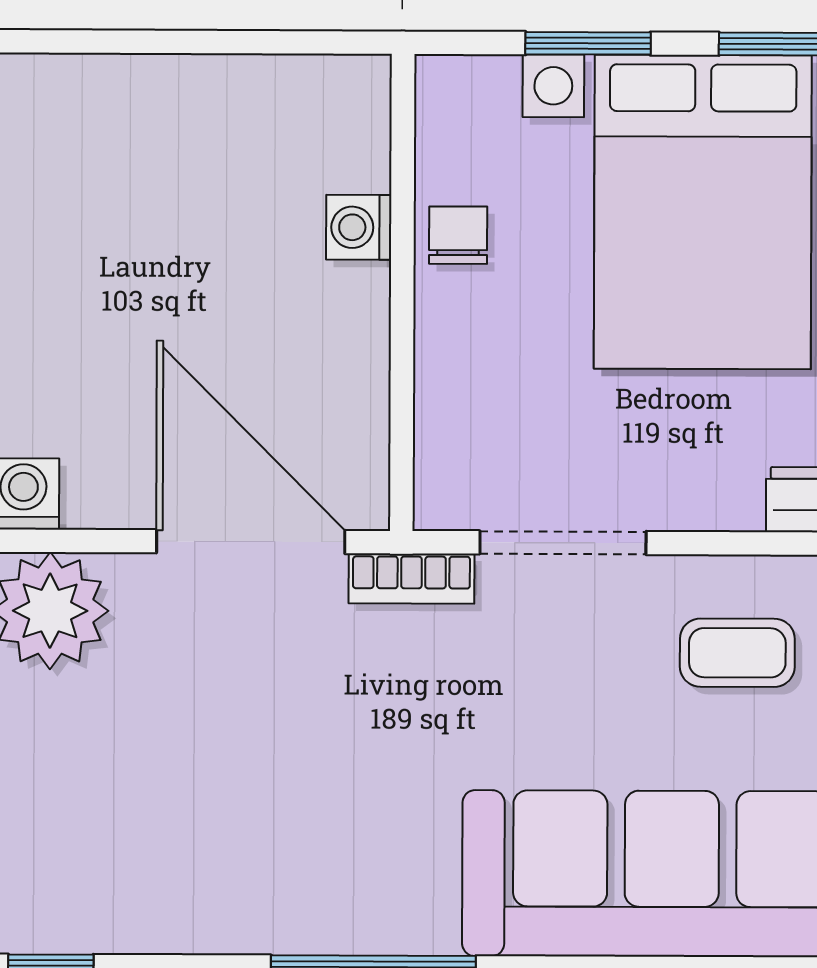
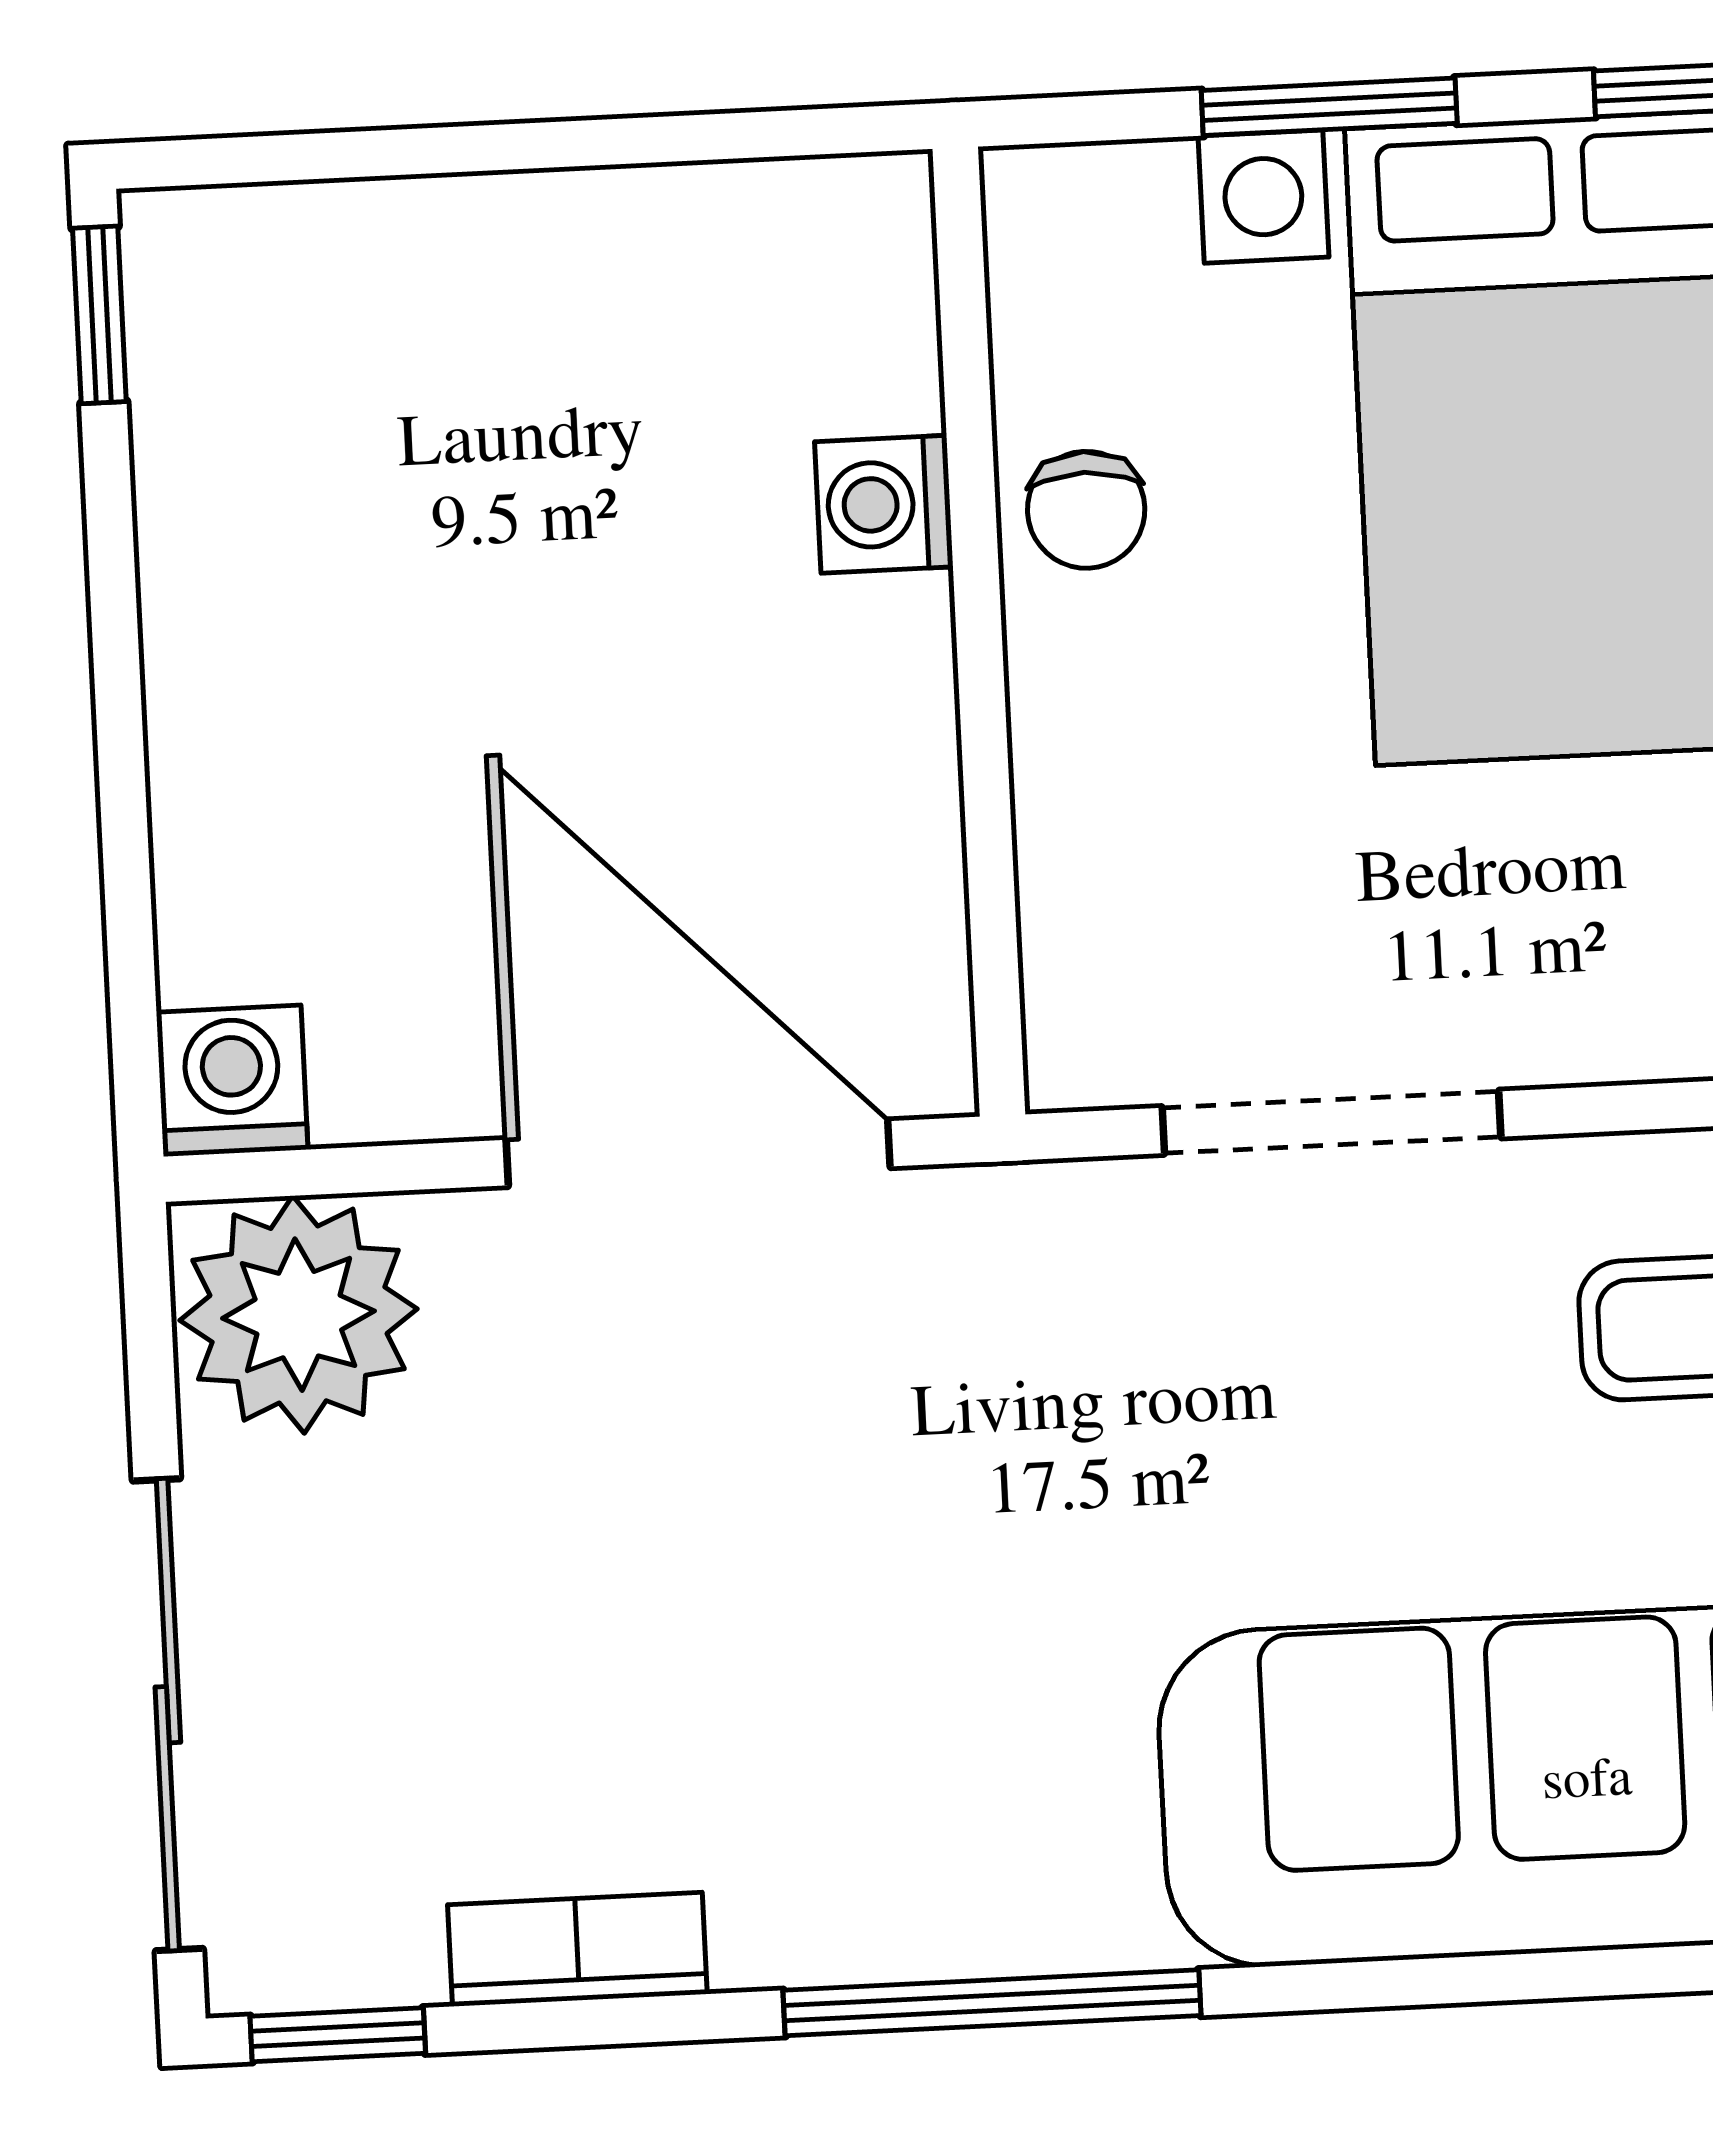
chair: (458, 235) -> (1086, 510), turned 180
bookcase: (411, 578) -> (577, 1949), moved, turned 180

